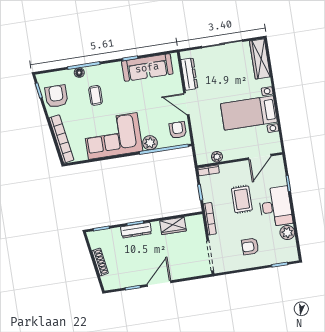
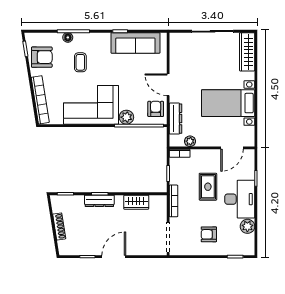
dresser: (189, 74) -> (176, 119), moved
armchair: (56, 96) -> (42, 57), turned 90

